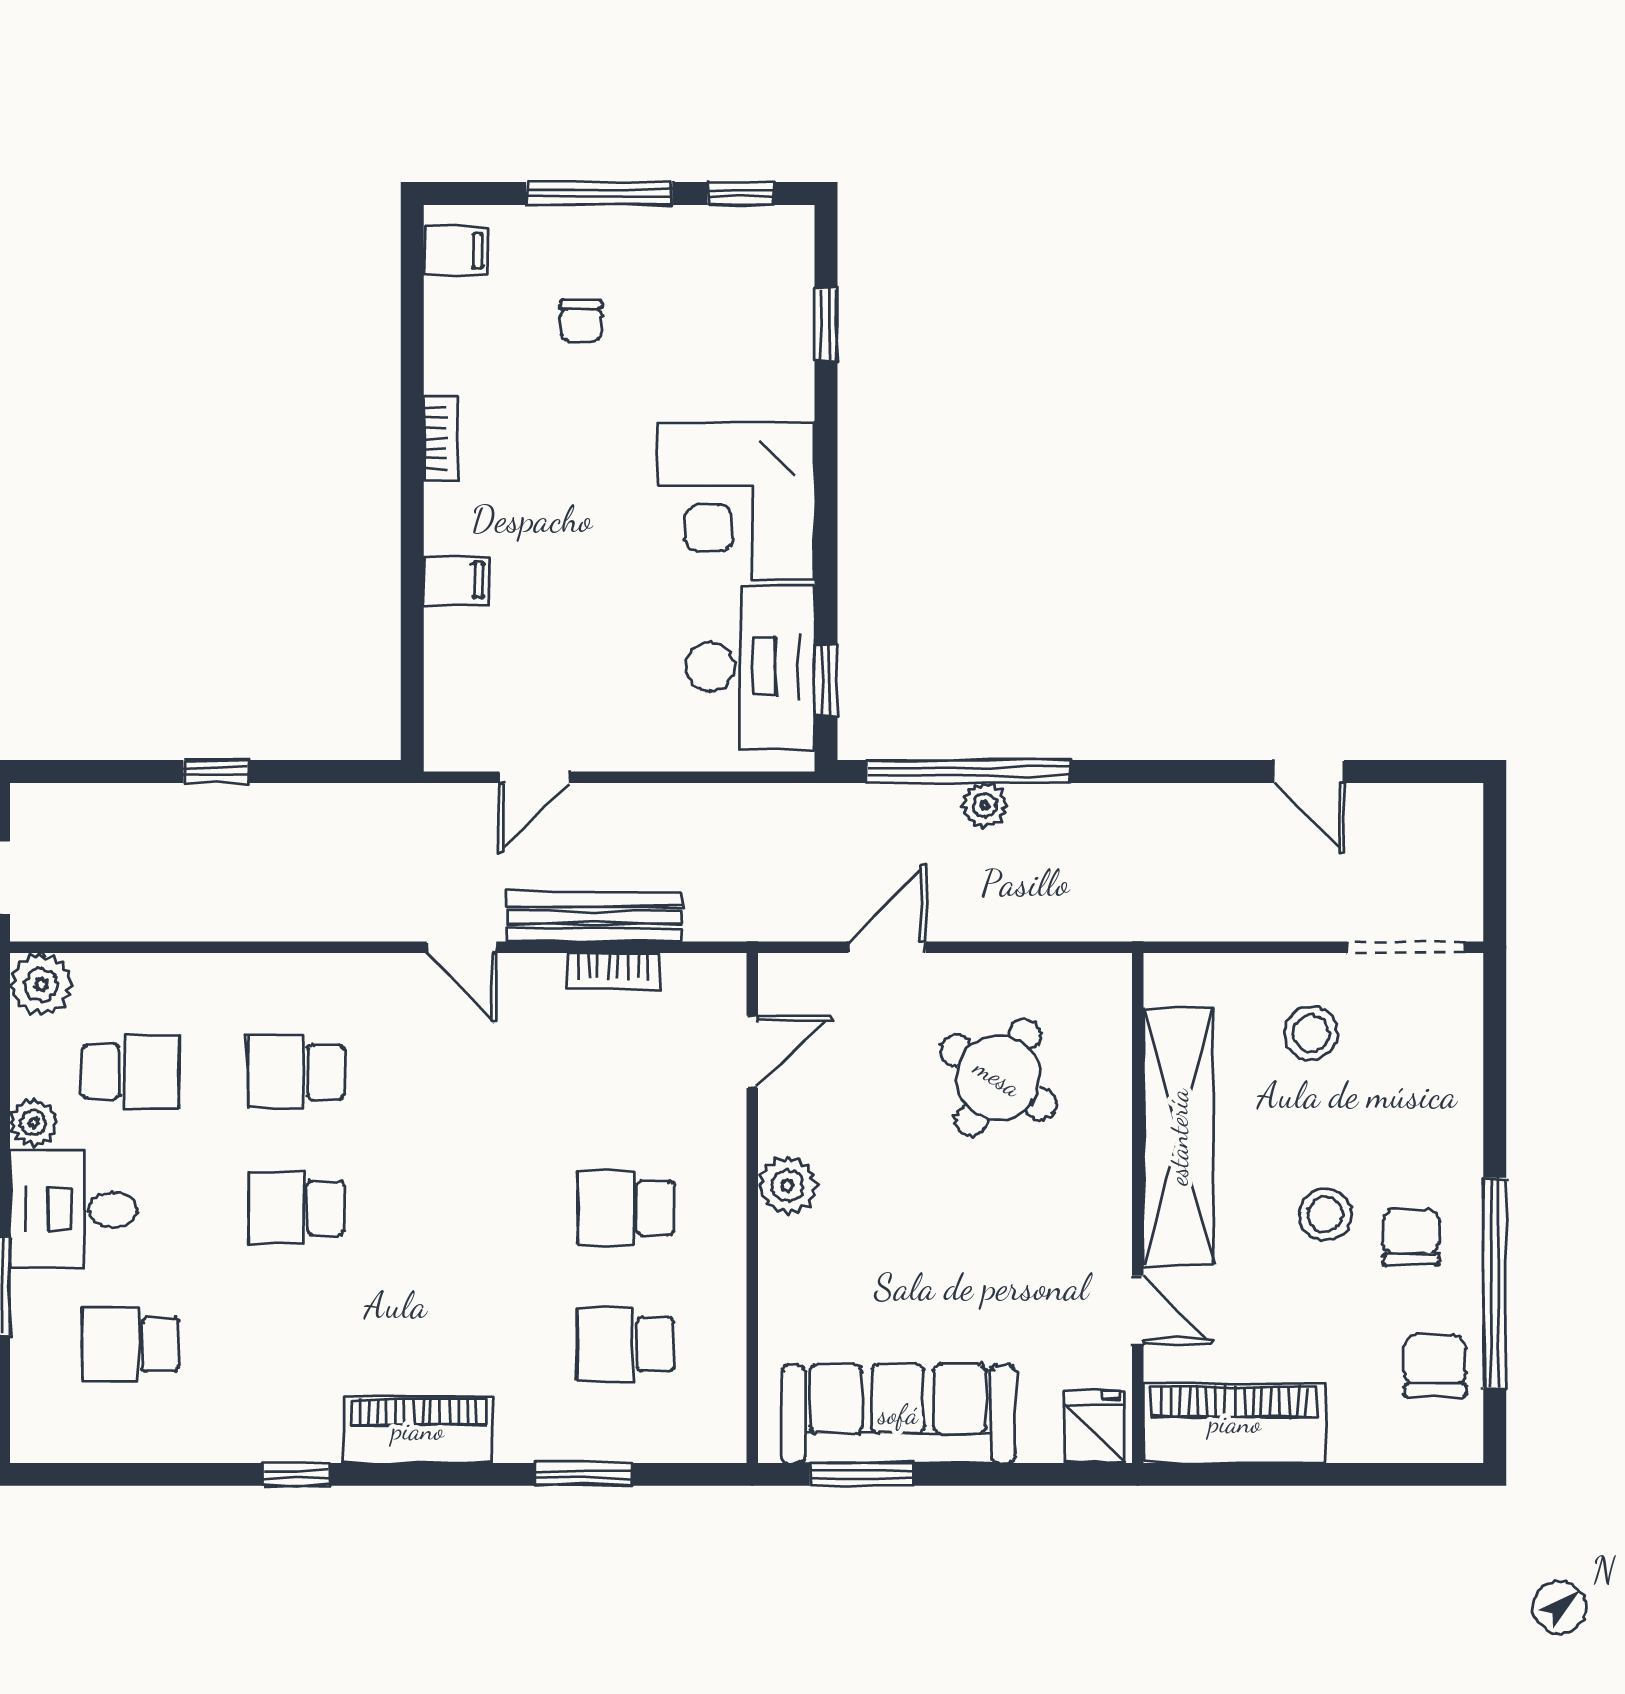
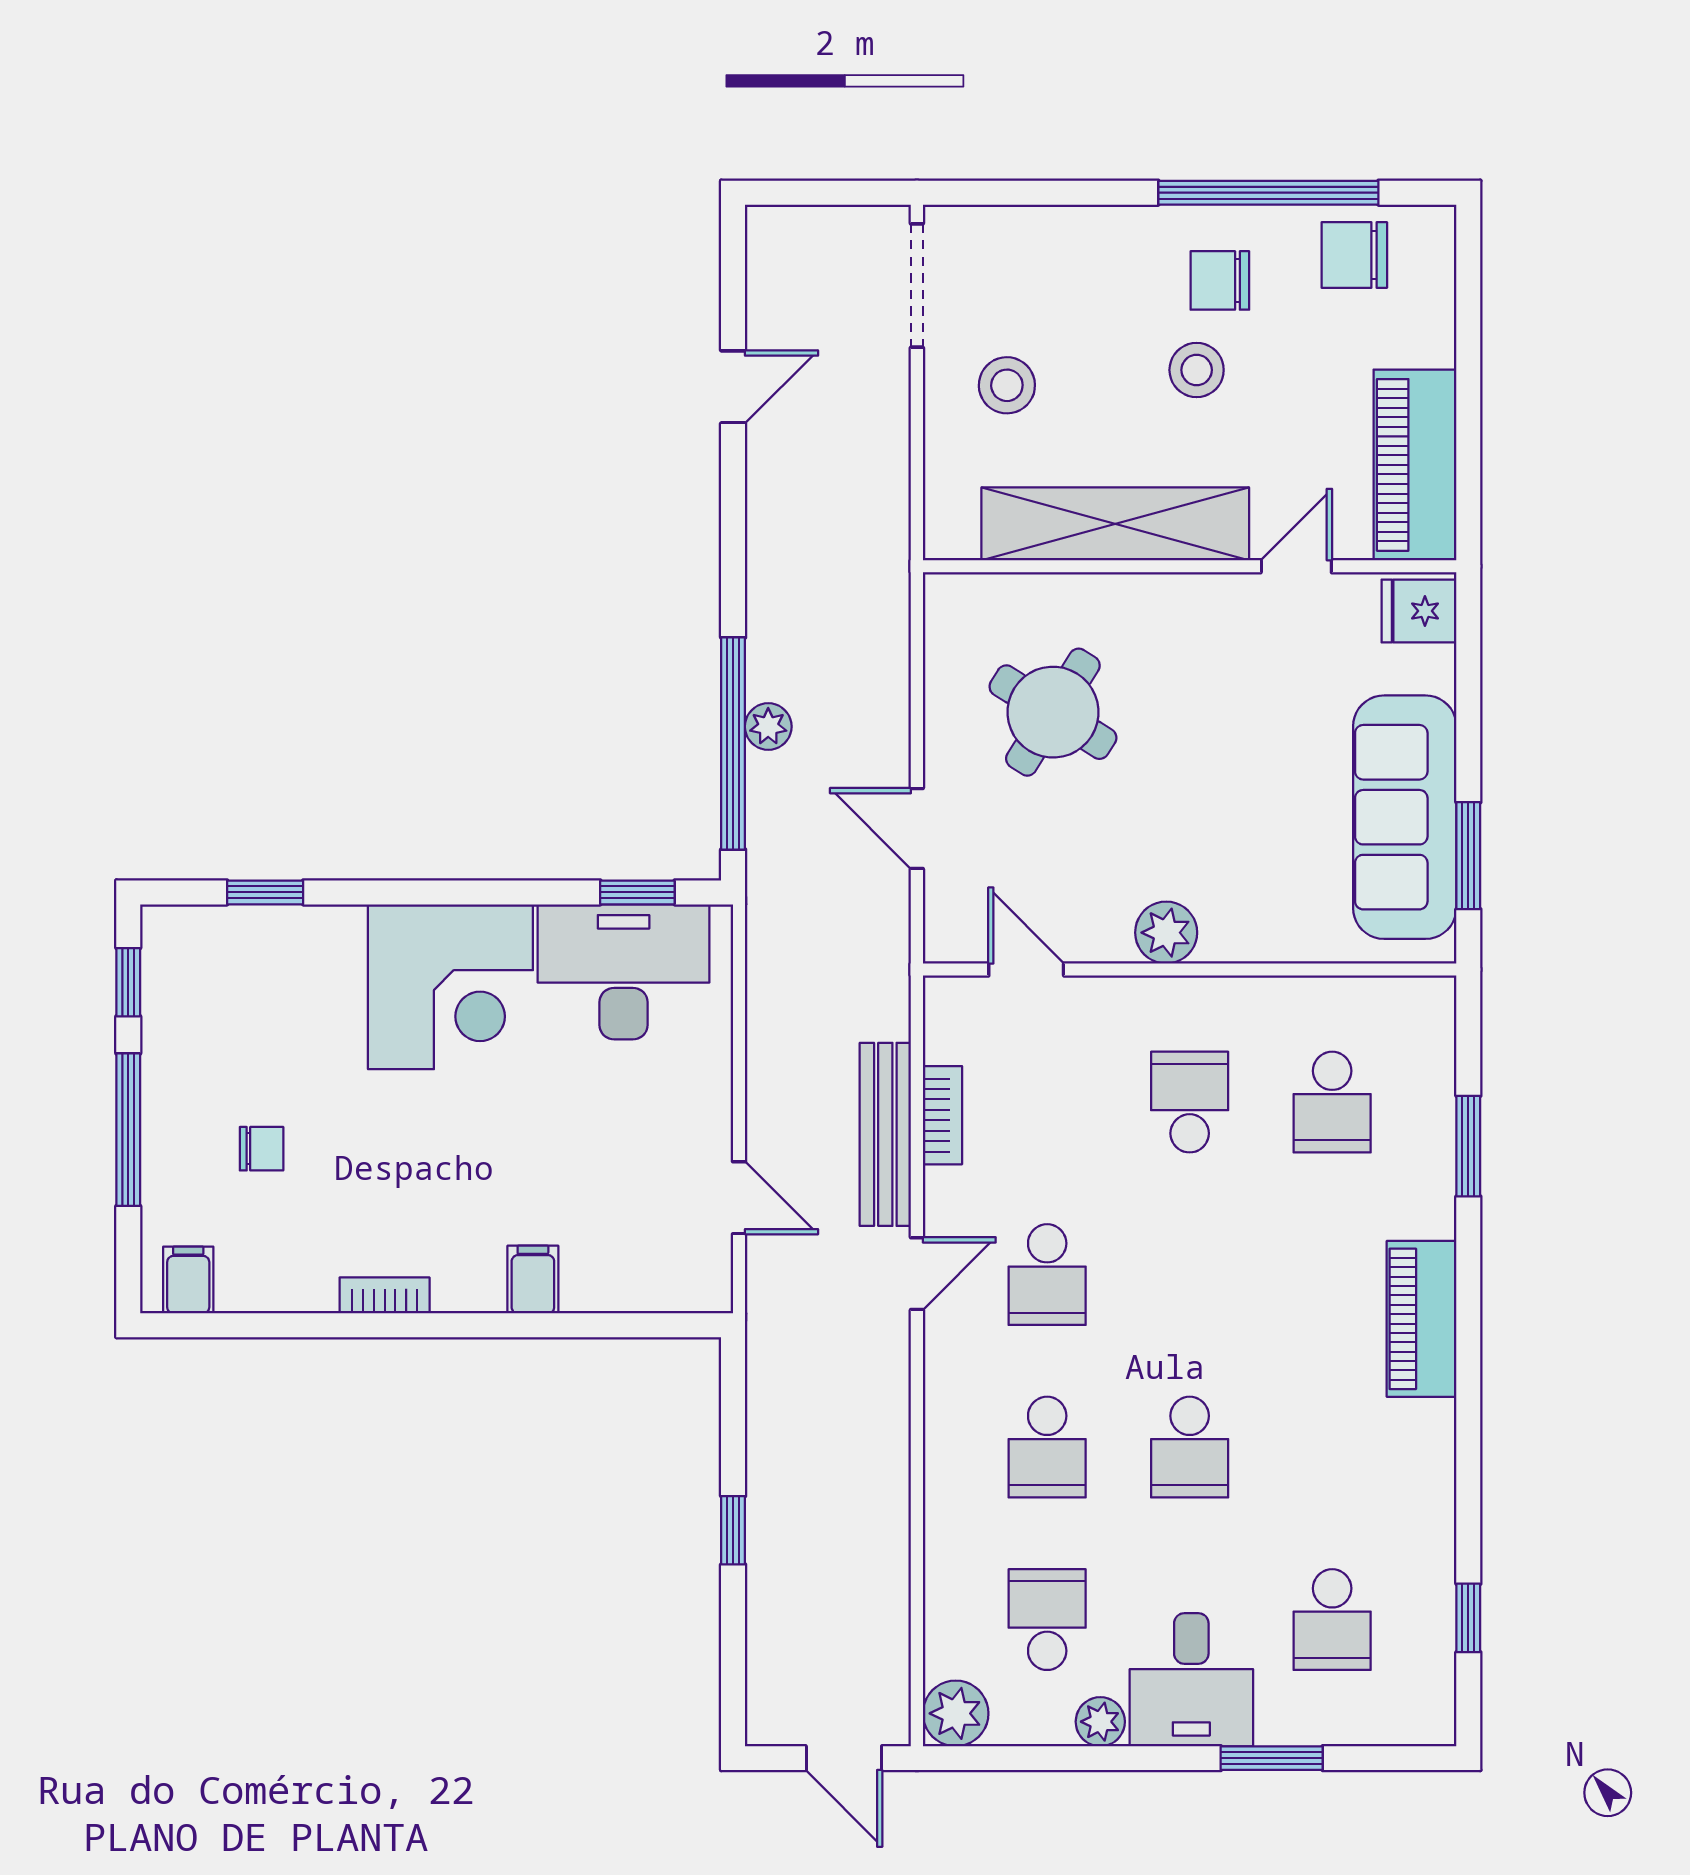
school desk: (461, 1072) -> (1047, 1275), added
school desk: (626, 1208) -> (1190, 1102), turned 180
window: (297, 1474) -> (1468, 1618), moved

